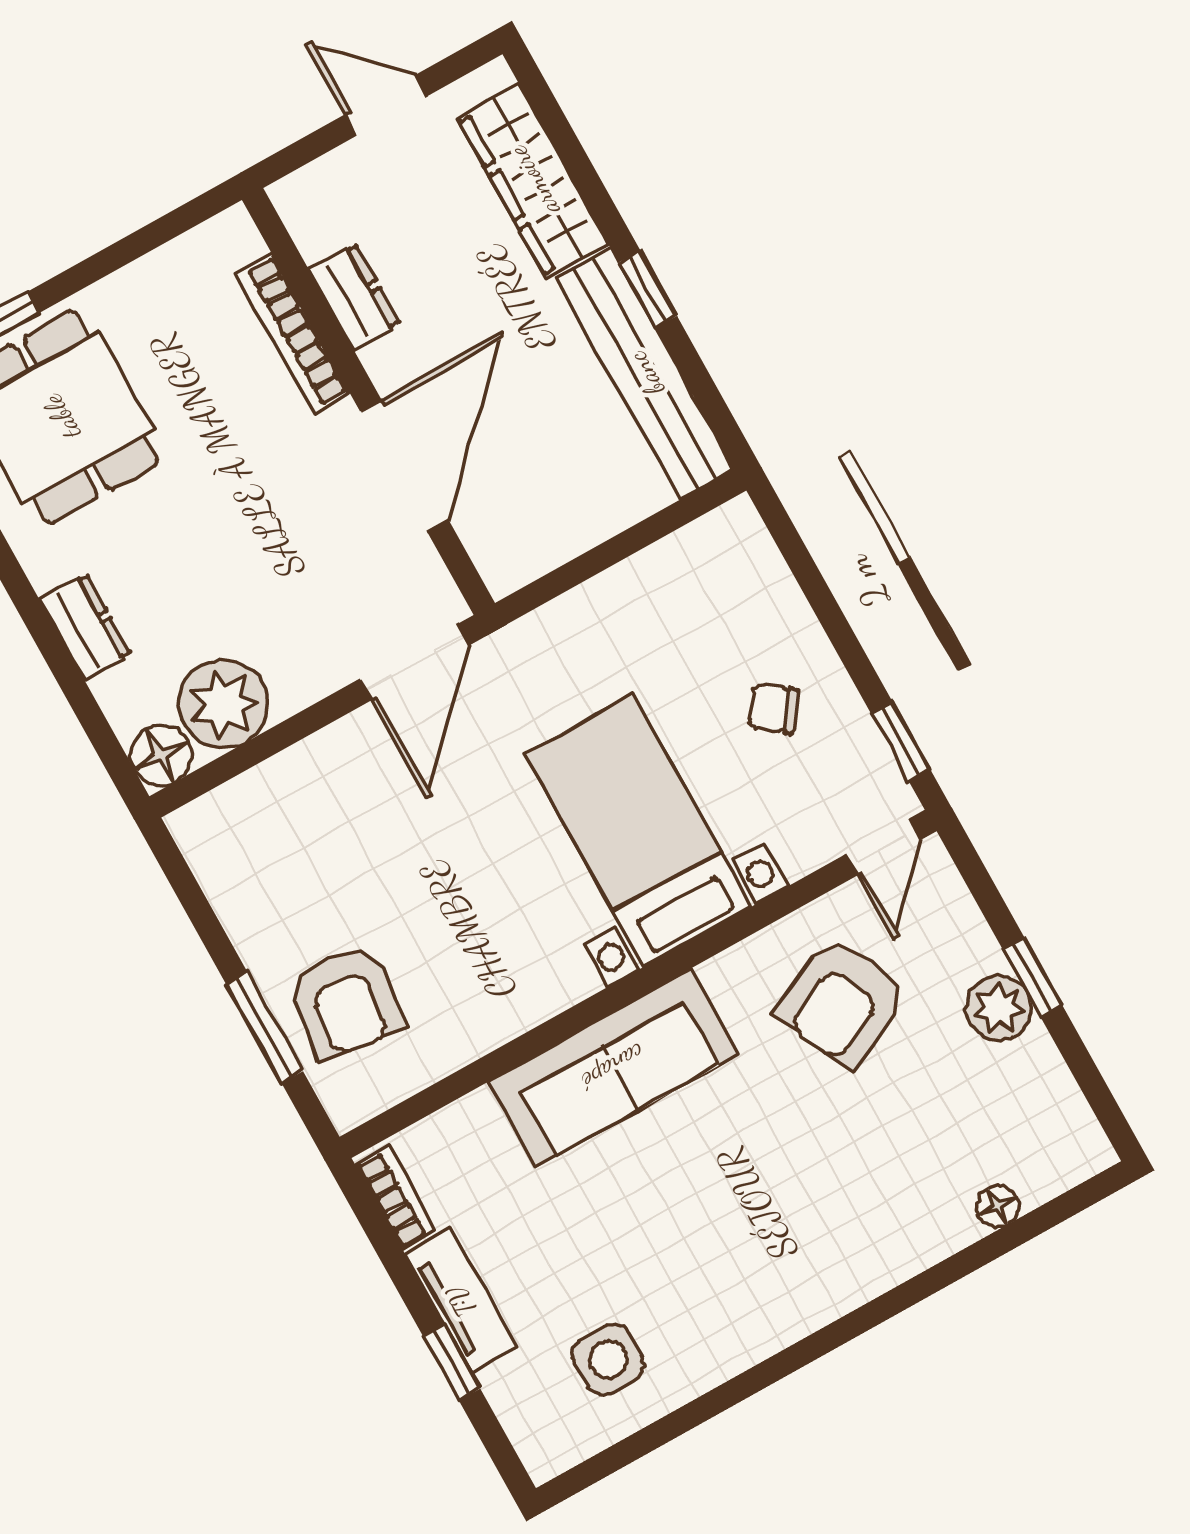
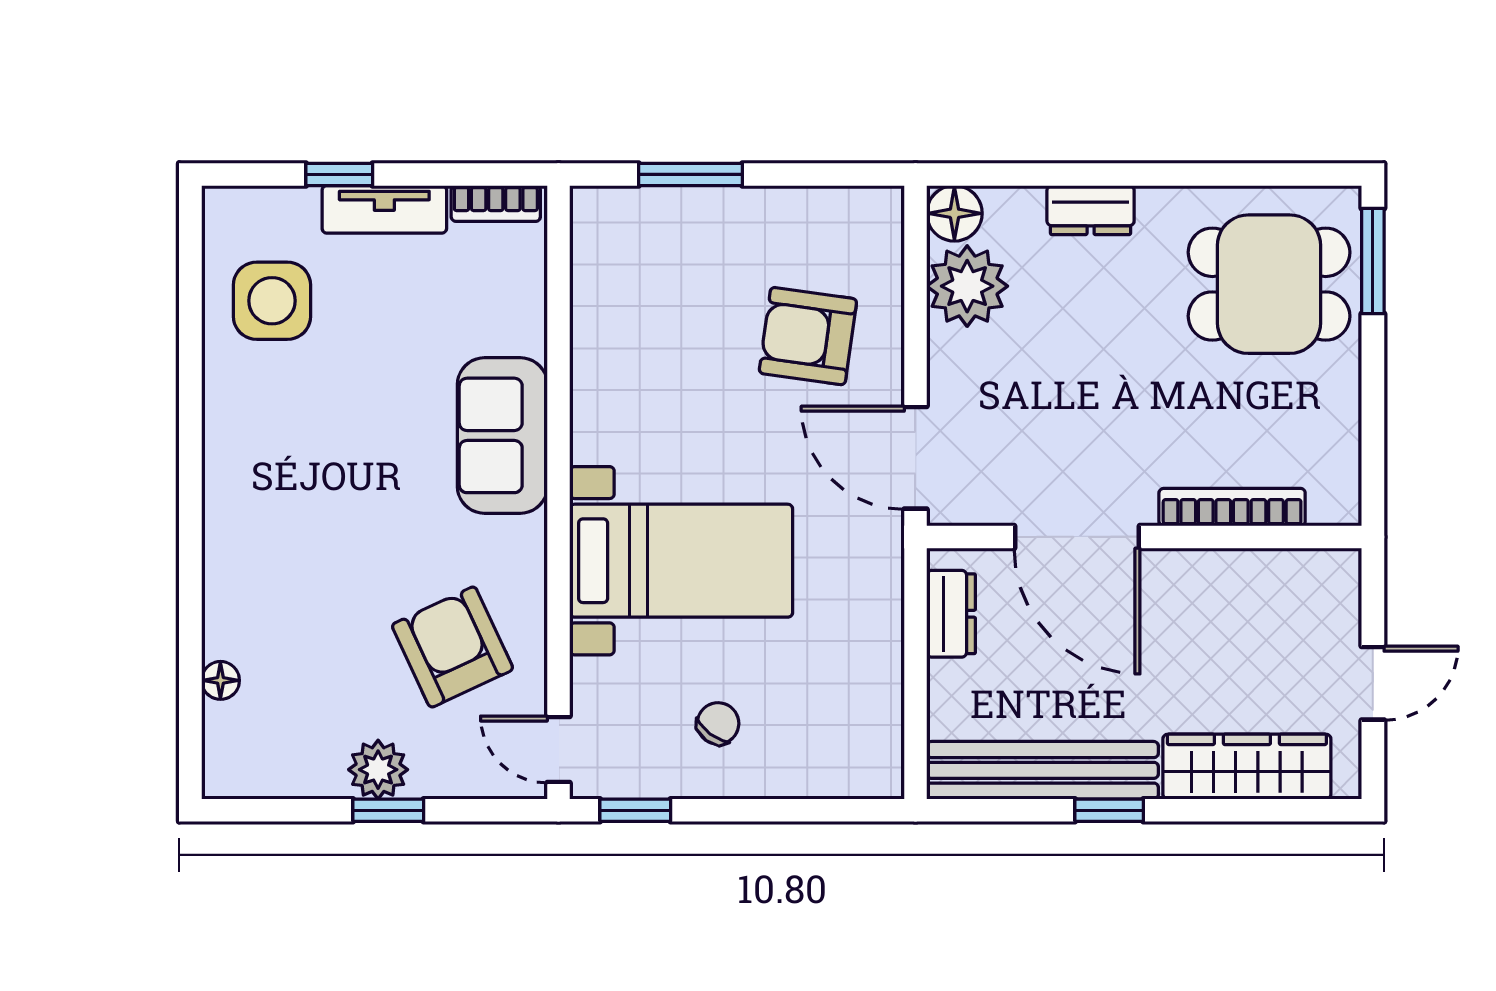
dresser: (355, 297) -> (951, 614), moved, turned -90
armchair: (345, 1001) -> (808, 336), moved
sofa: (614, 1068) -> (502, 435), width x0.73
side table: (608, 1359) -> (272, 301), width x1.37, depth x1.37

